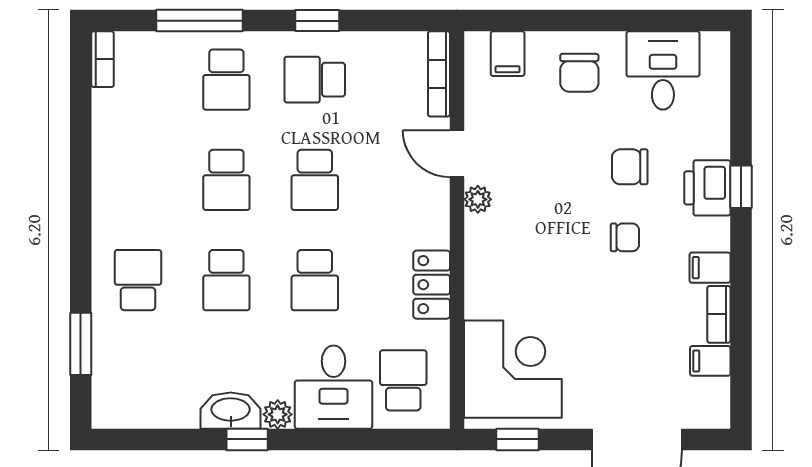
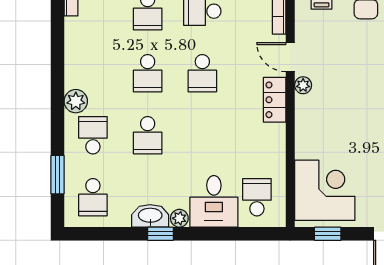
plant: (110, 225) -> (76, 101), added
school desk: (315, 280) -> (93, 197), moved
locker: (432, 285) -> (275, 100), moved

